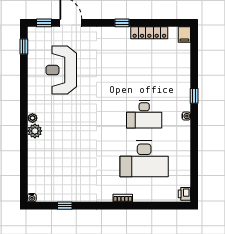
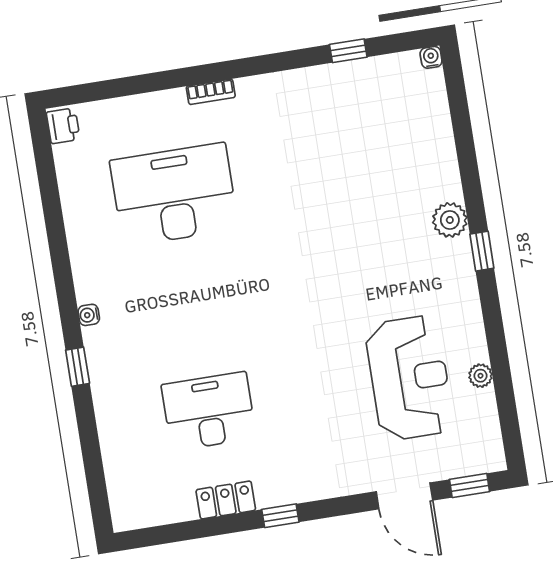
locker: (149, 33) -> (226, 500), width x0.66
filing cabinet: (184, 35) -> (125, 512), removed
window: (24, 47) -> (482, 251), moved
desk: (144, 114) -> (209, 411), moved
plant: (33, 118) -> (480, 376), moved

